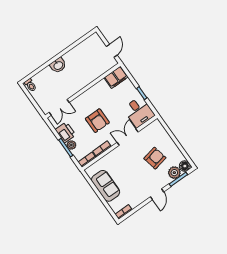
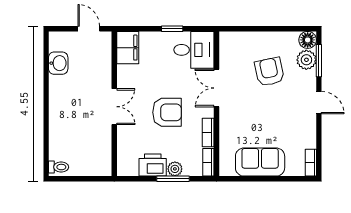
washbasin: (58, 65) -> (58, 63), moved
double door: (59, 107) -> (114, 107), moved

